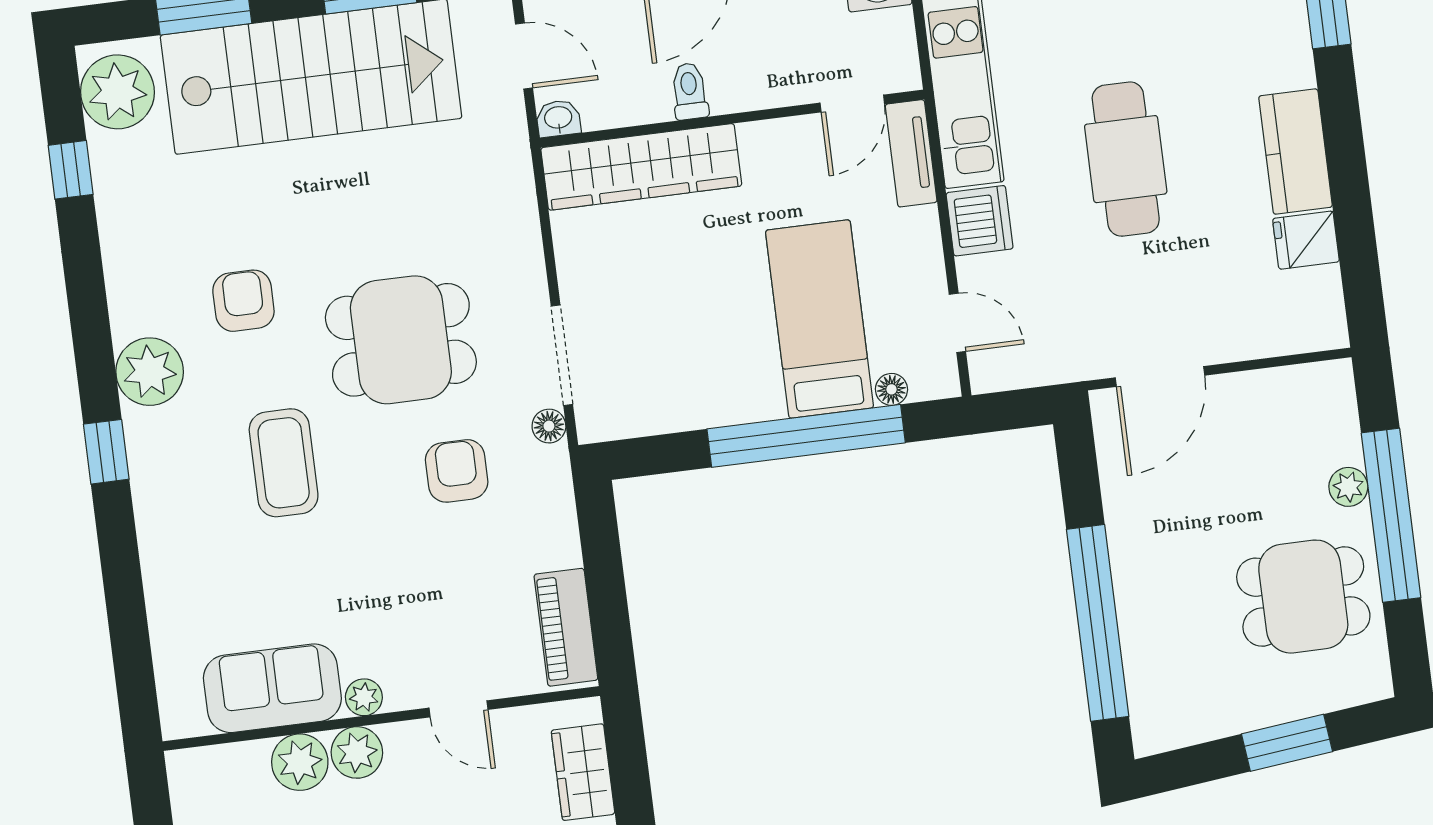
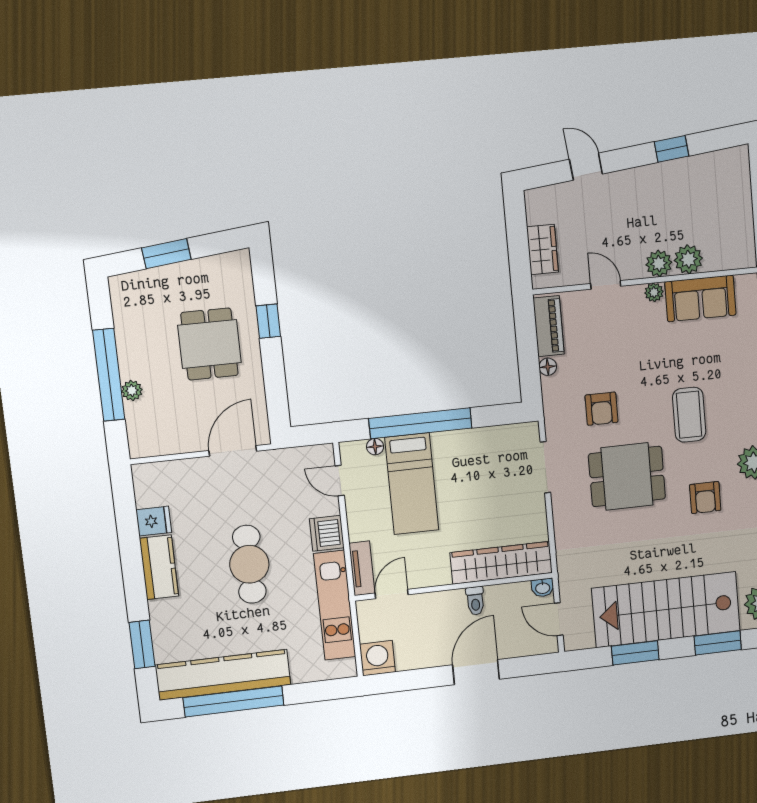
floor lamp: (549, 426) -> (548, 367), moved
dining table: (1303, 597) -> (209, 344), moved, turned 90
window: (1098, 623) -> (268, 321), width x0.32

